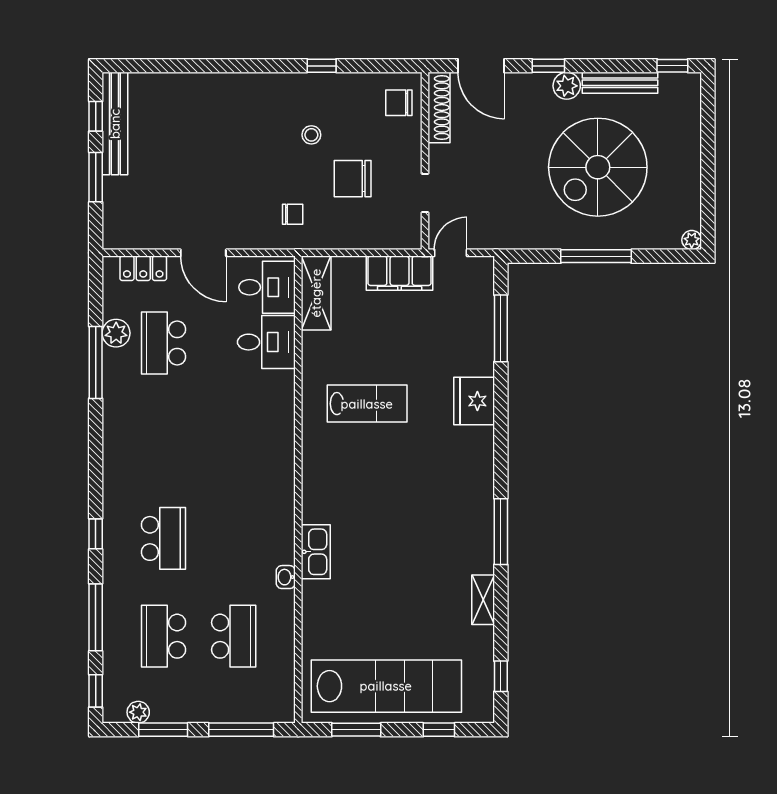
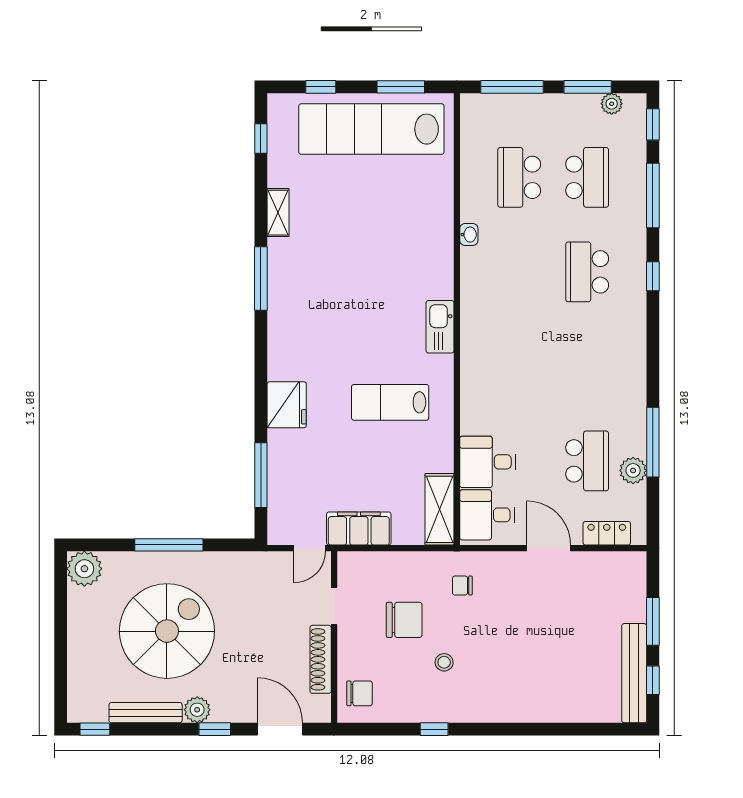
shoe rack: (439, 107) -> (321, 659), moved
plant: (692, 240) -> (84, 569), width x1.88, depth x1.88
kitchen sink: (316, 552) -> (440, 327), moved

